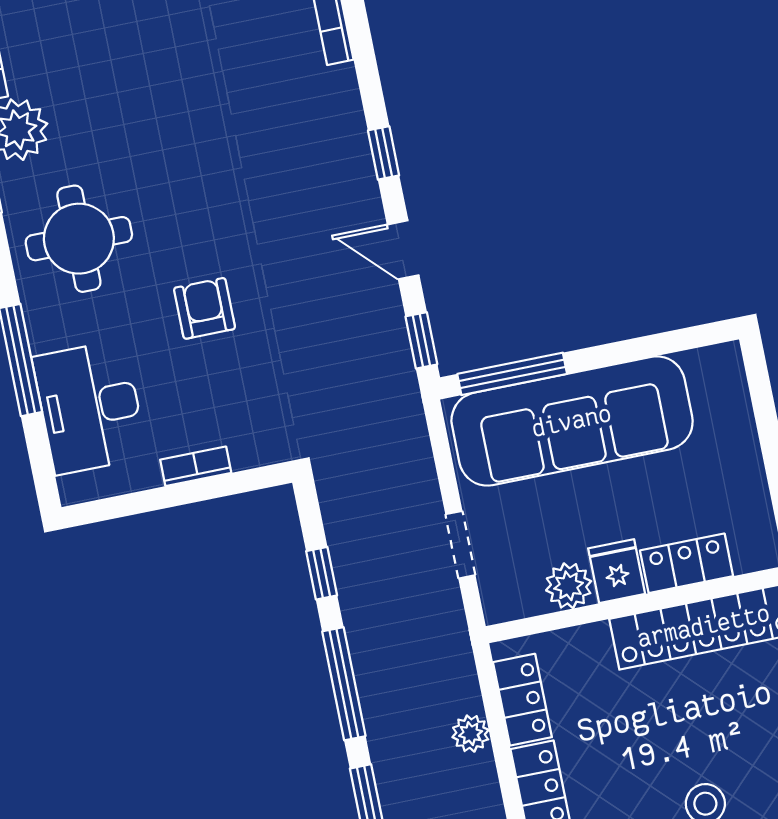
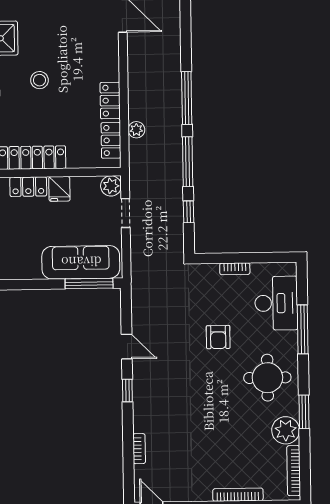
window: (421, 340) -> (126, 306), removed
sofa: (572, 421) -> (81, 262), width x0.74, depth x0.79
plant: (569, 586) -> (111, 186), moved

